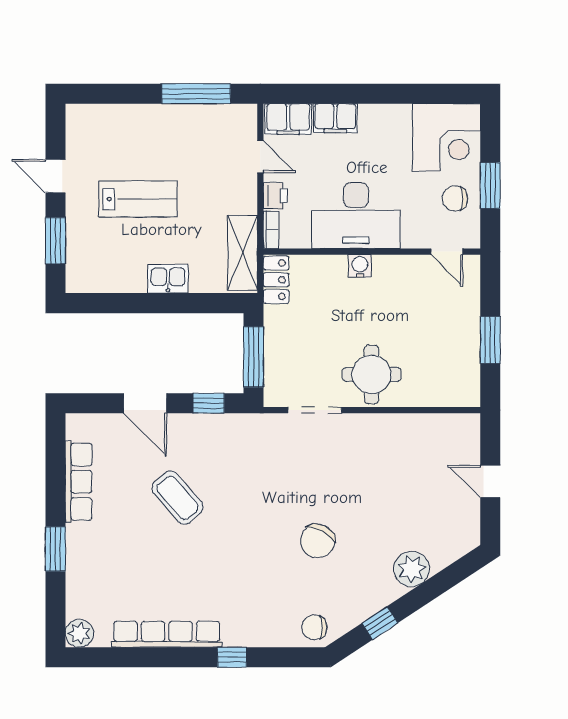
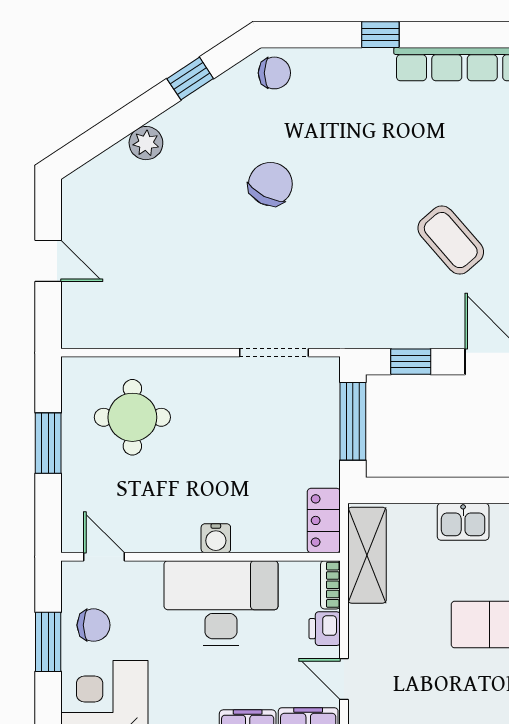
round table: (372, 374) -> (132, 417), moved
plant: (412, 569) -> (146, 143), width x0.73, depth x0.73

